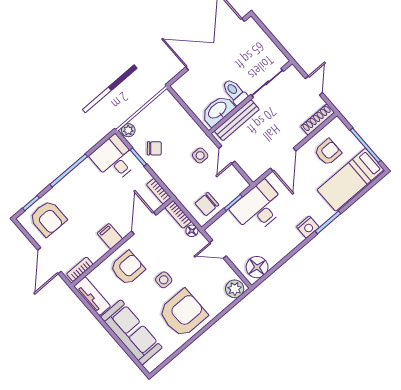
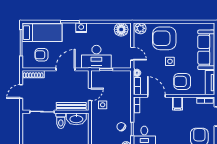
chair: (207, 204) -> (119, 79), removed
door: (144, 223) -> (156, 96), swing flipped
armchair: (183, 313) -> (164, 38), moved

